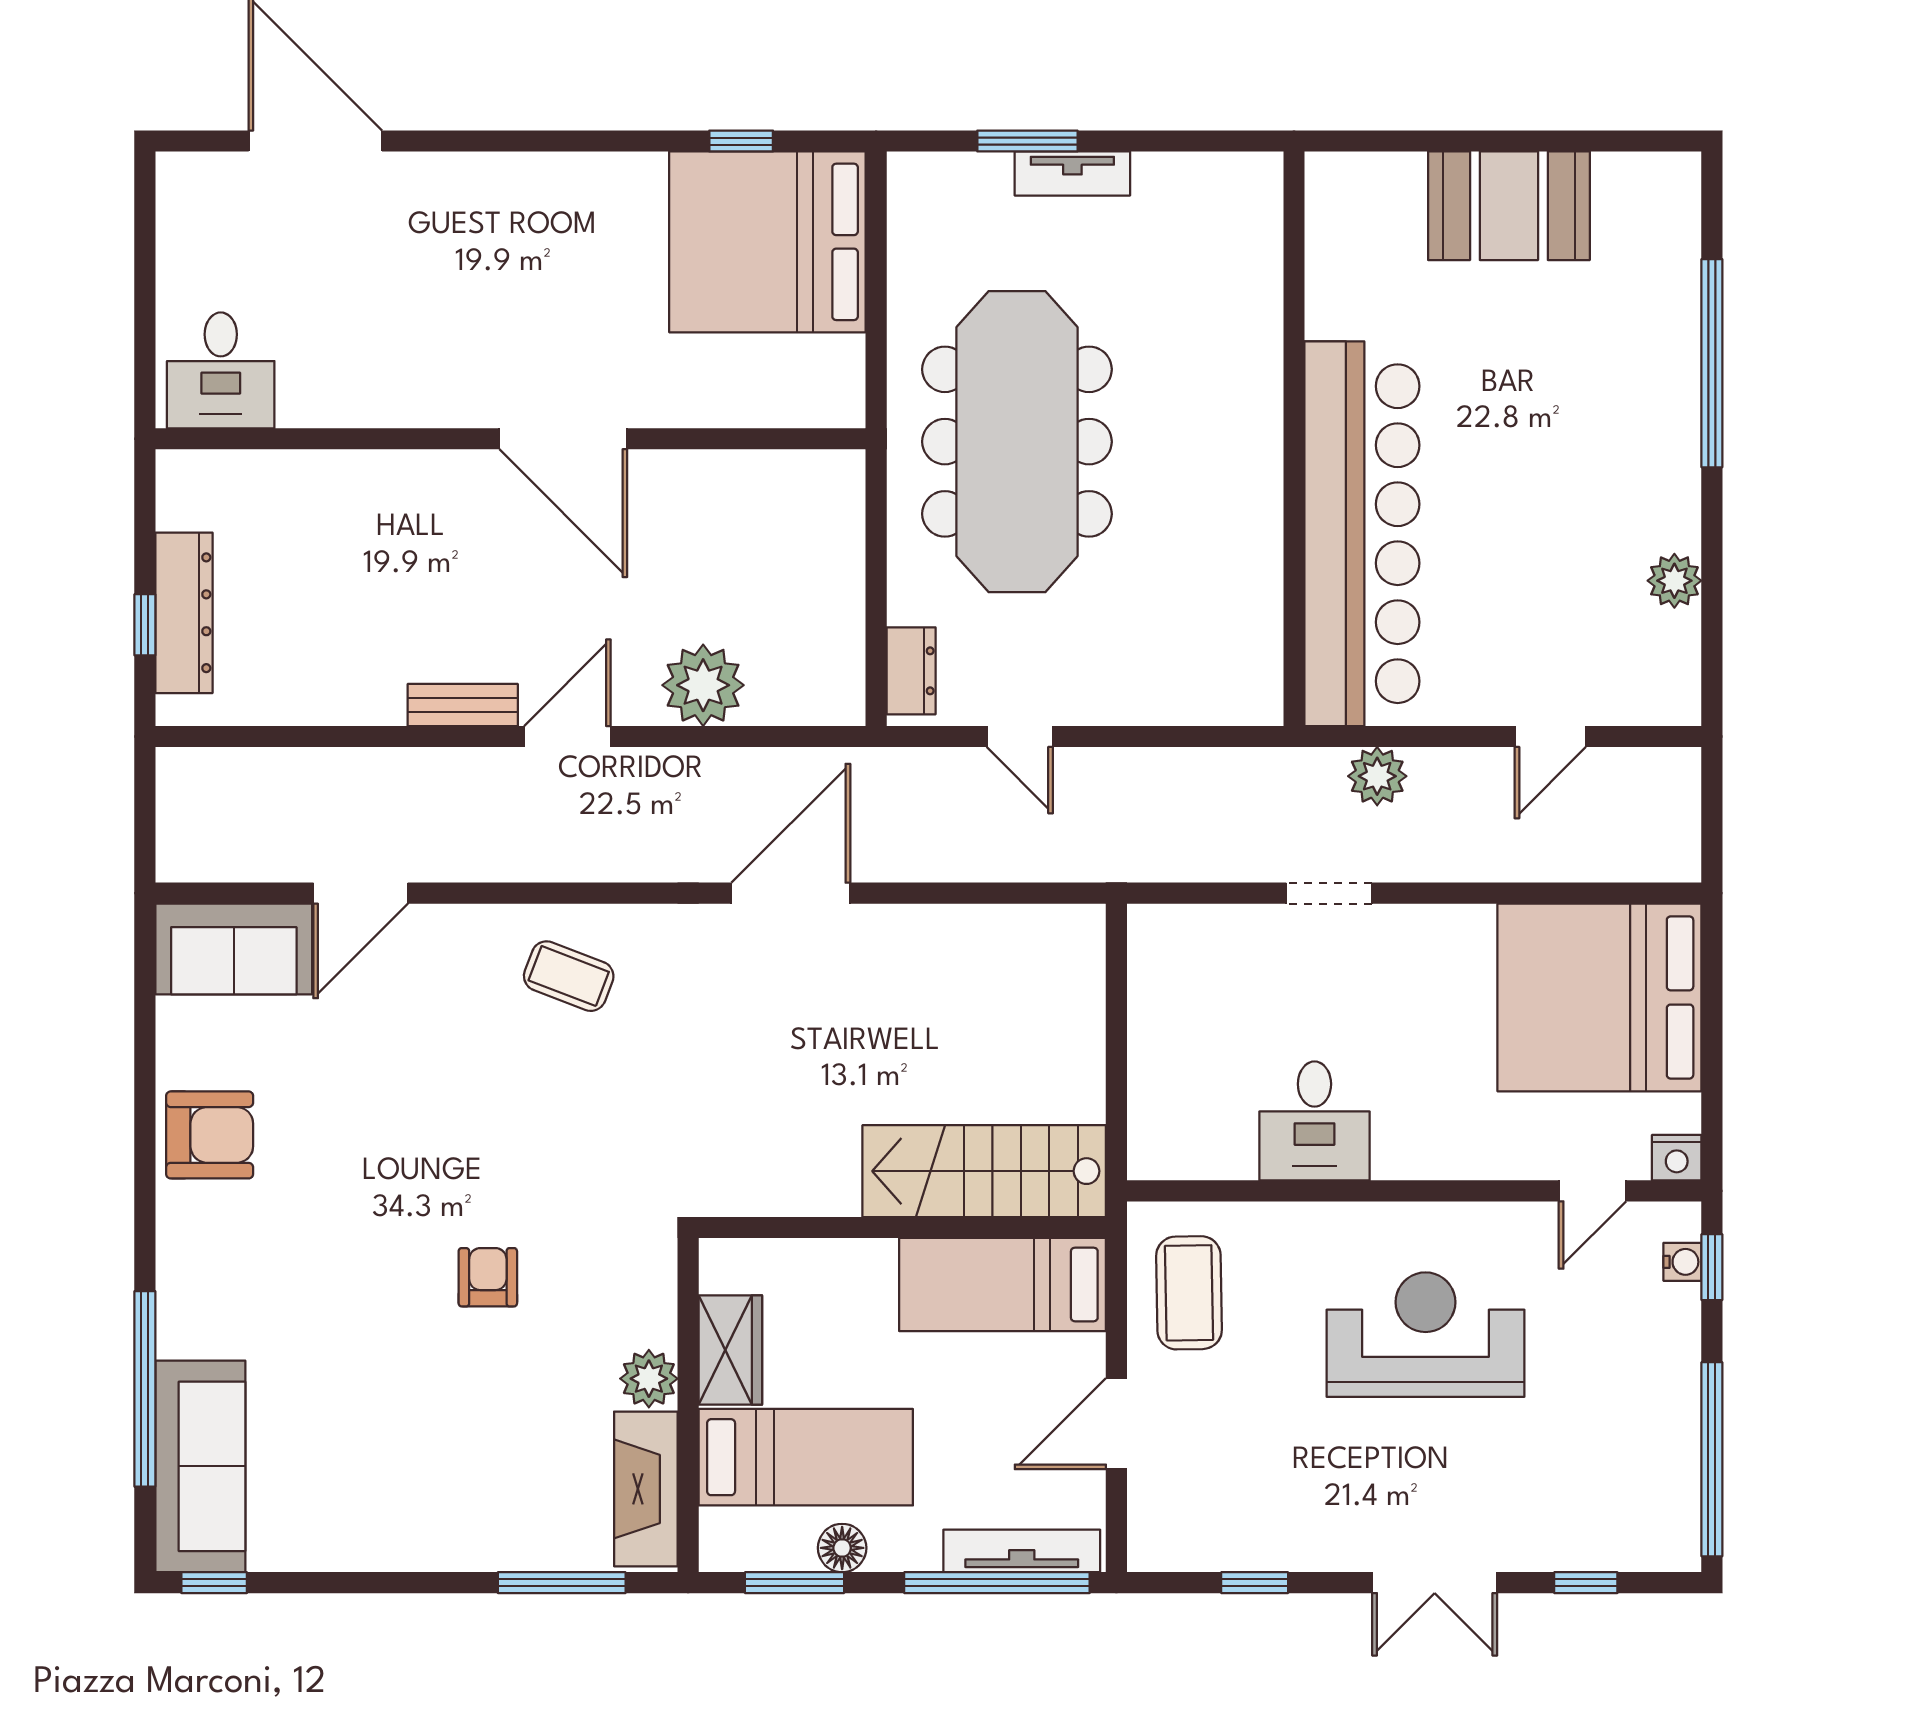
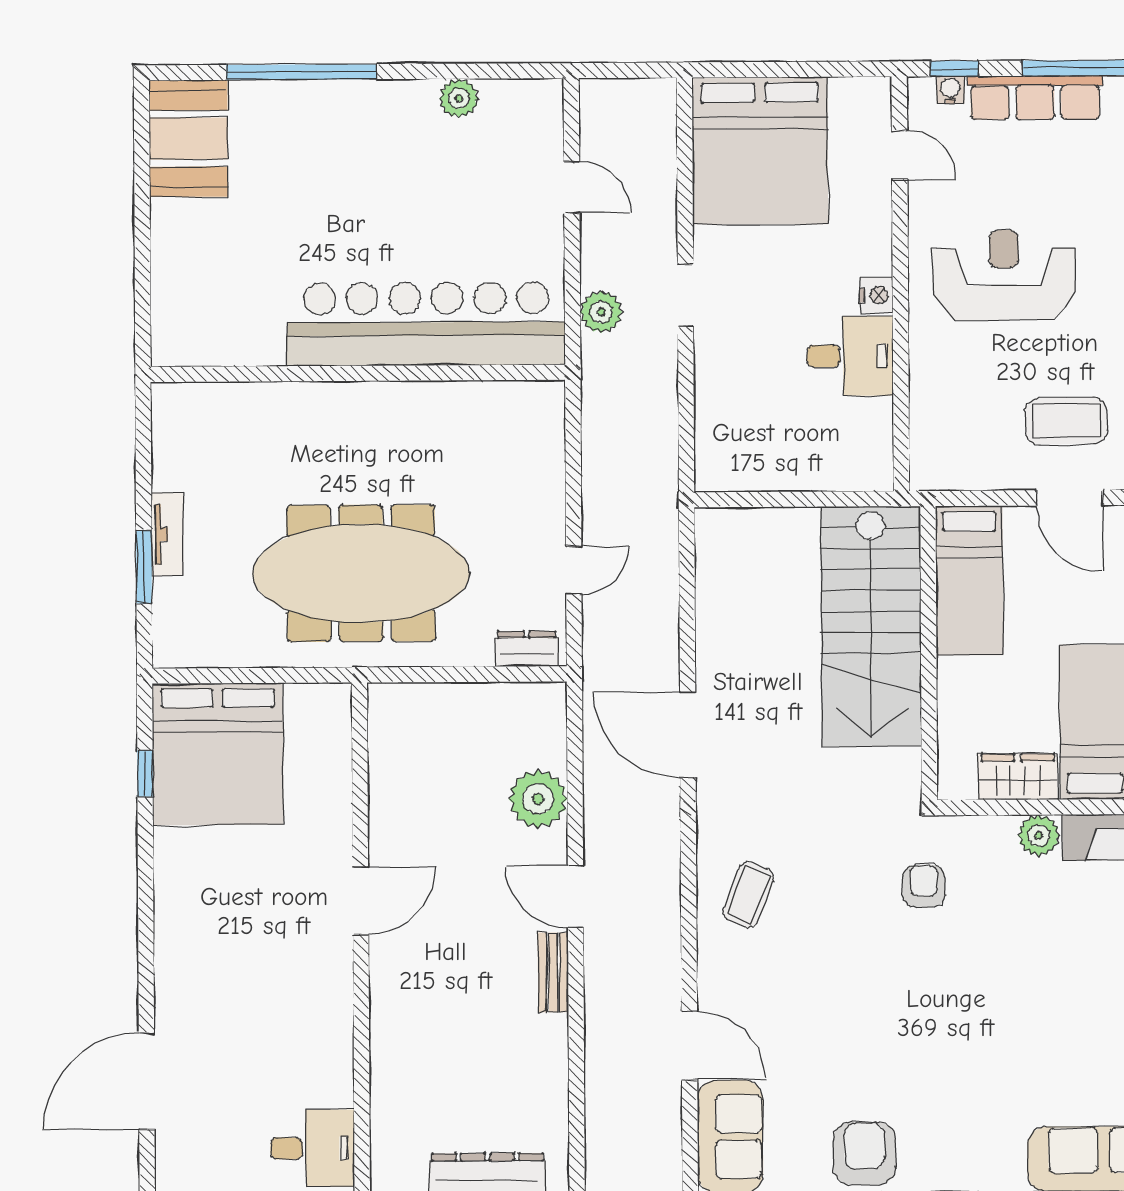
booth: (1509, 206) -> (188, 139), moved
door: (563, 439) -> (361, 901), width x0.73
doorway: (1329, 893) -> (685, 295), moved
nightstand: (1677, 1158) -> (876, 295), moved
stairs: (984, 1171) -> (871, 626), width x1.36, depth x1.51
armchair: (488, 1277) -> (924, 886), moved, turned 90
coffee table: (1189, 1293) -> (1066, 421), moved
reception desk: (1426, 1335) -> (1004, 275), turned 90
row of seats: (1671, 1379) -> (1035, 98), added

